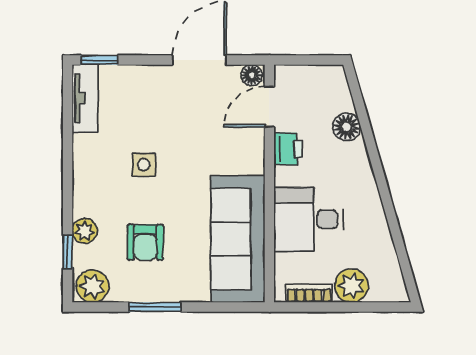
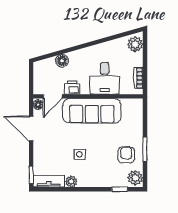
door: (269, 107) -> (53, 96), hinge flipped
plant: (85, 231) -> (71, 181), moved
sofa: (238, 239) -> (92, 111), moved
armchair: (145, 242) -> (126, 155), moved, turned -90
plant: (351, 286) -> (135, 44), moved

